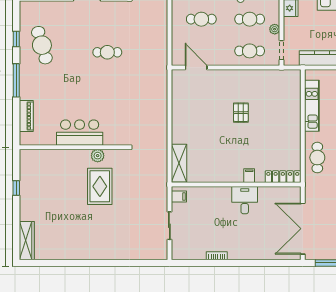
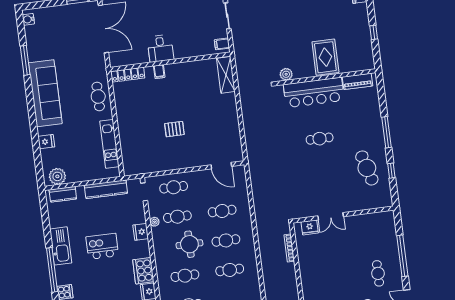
plant: (275, 29) -> (155, 222), moved
cafe table: (107, 52) -> (320, 139), moved
pallet: (241, 113) -> (174, 129), turned 90
piano: (26, 116) -> (357, 81), moved, turned -90
bar counter: (80, 133) -> (314, 92), width x1.36
plant: (98, 156) -> (286, 74), moved
rug: (100, 186) -> (325, 57), moved

